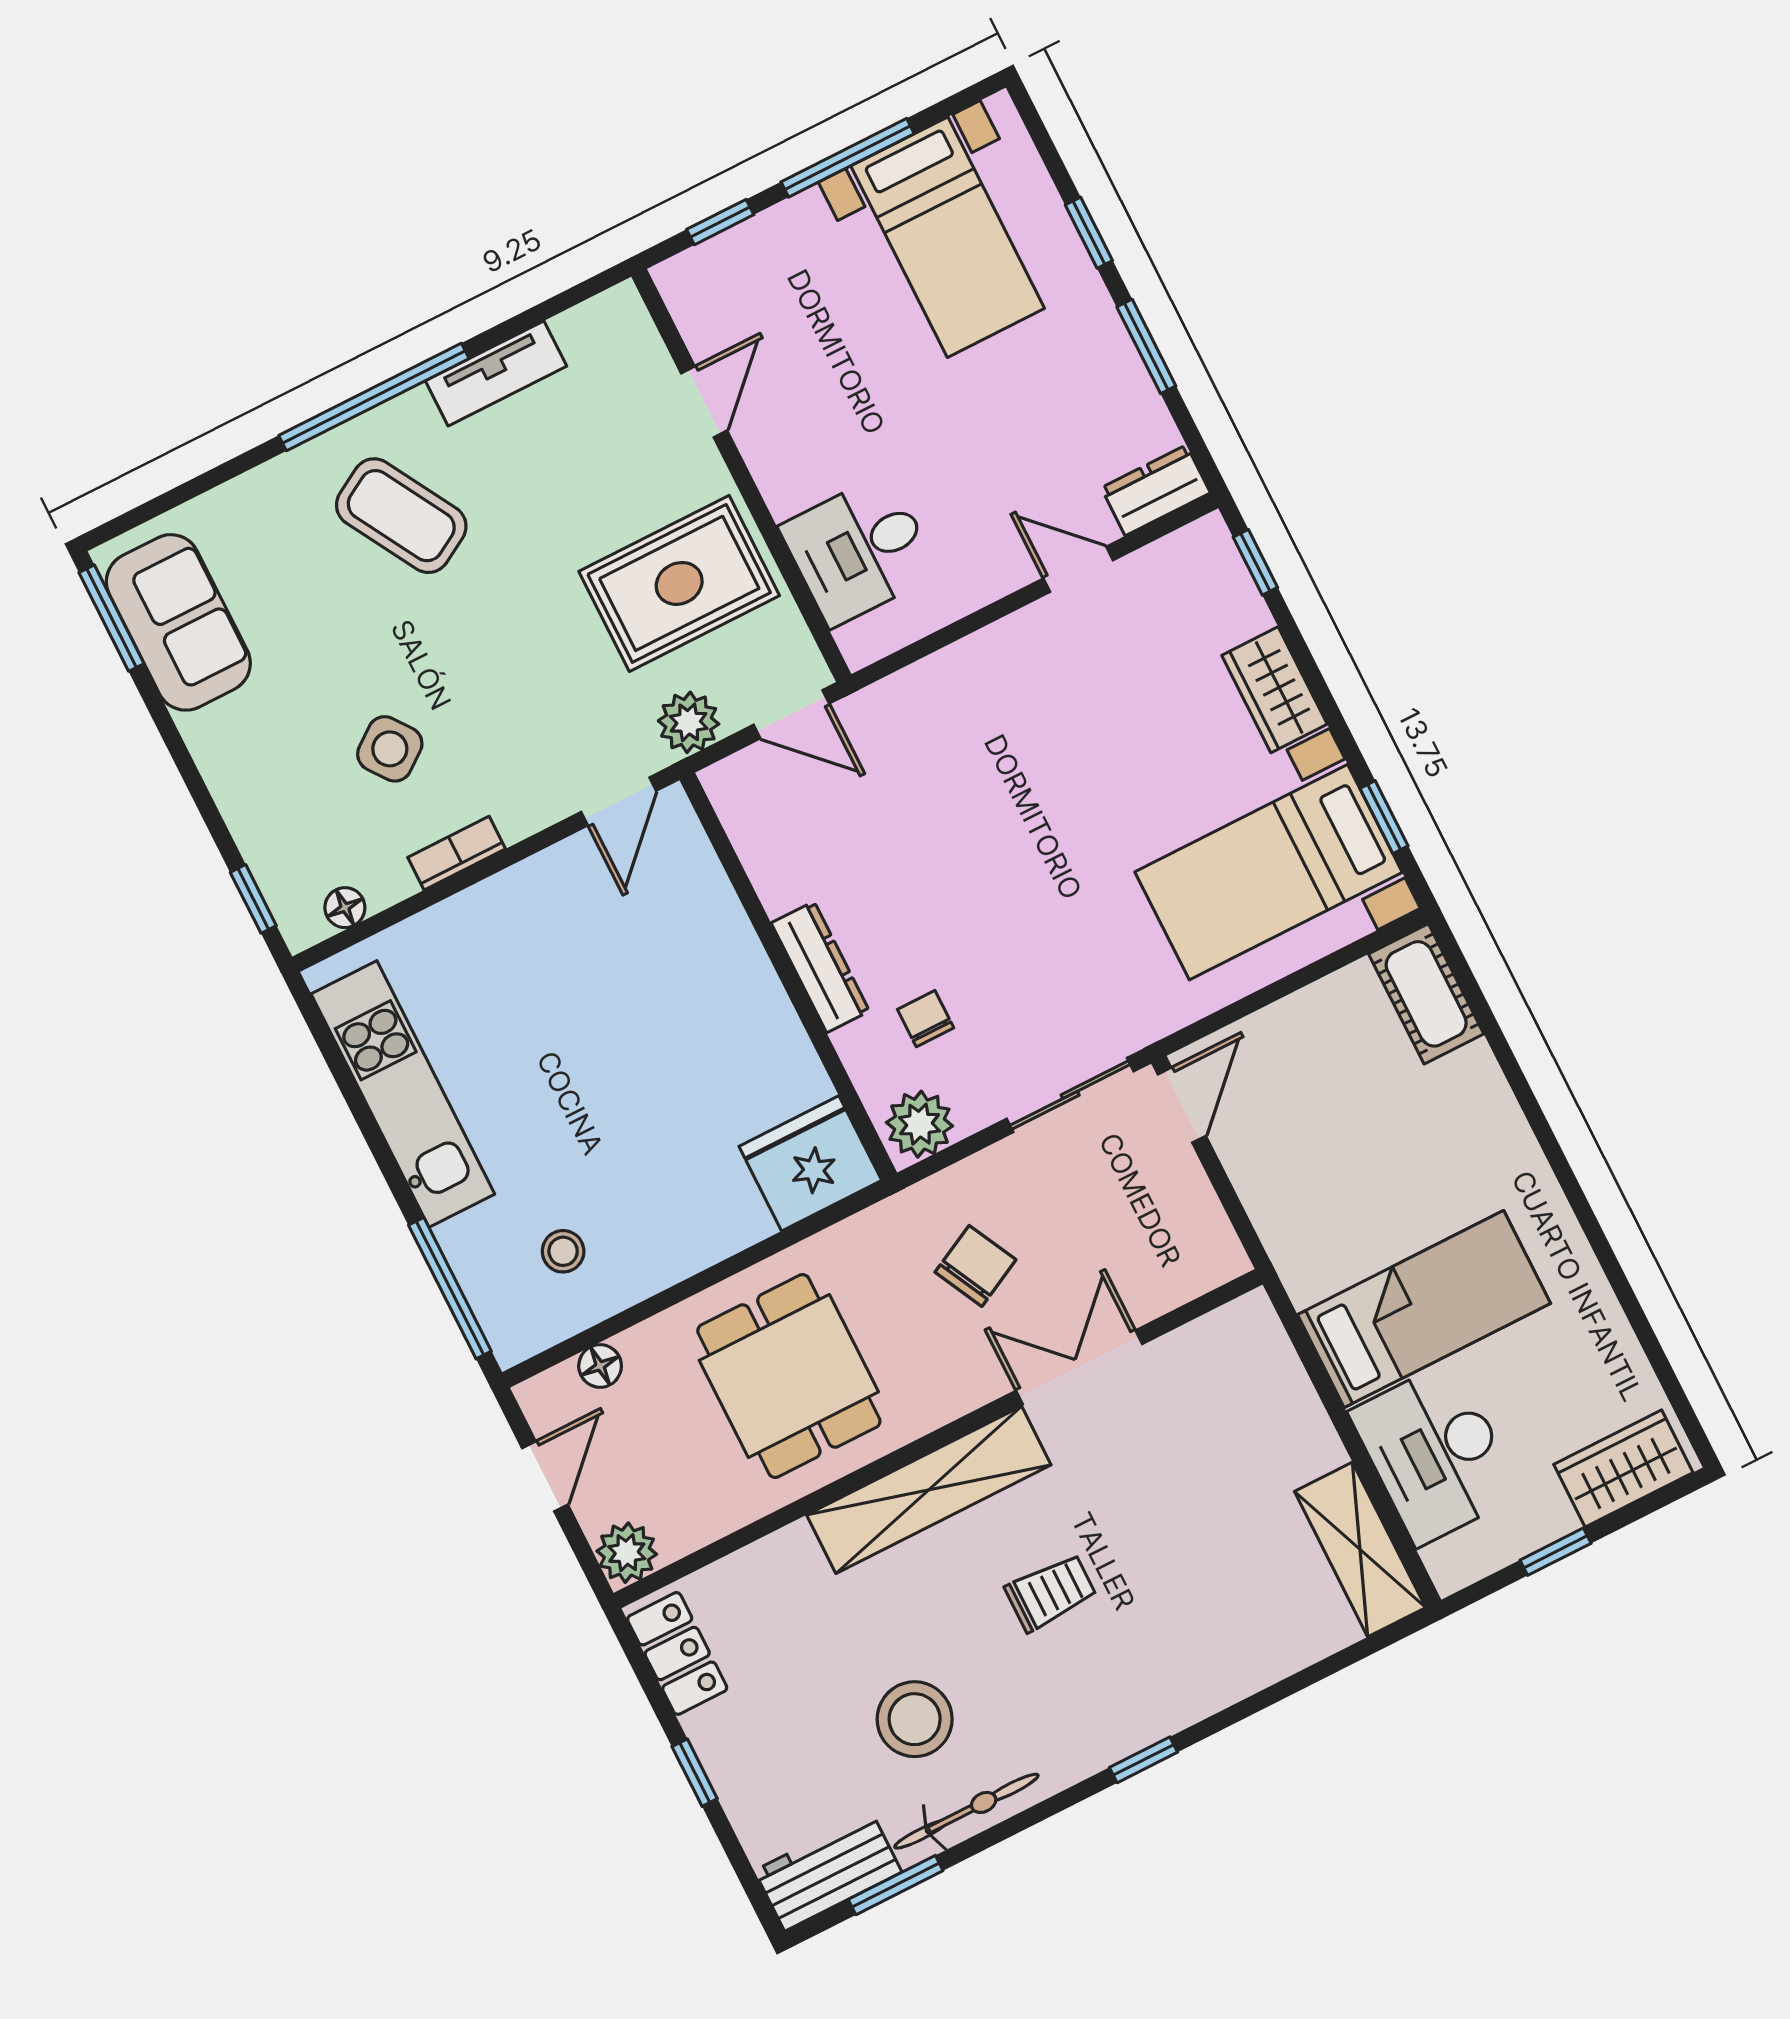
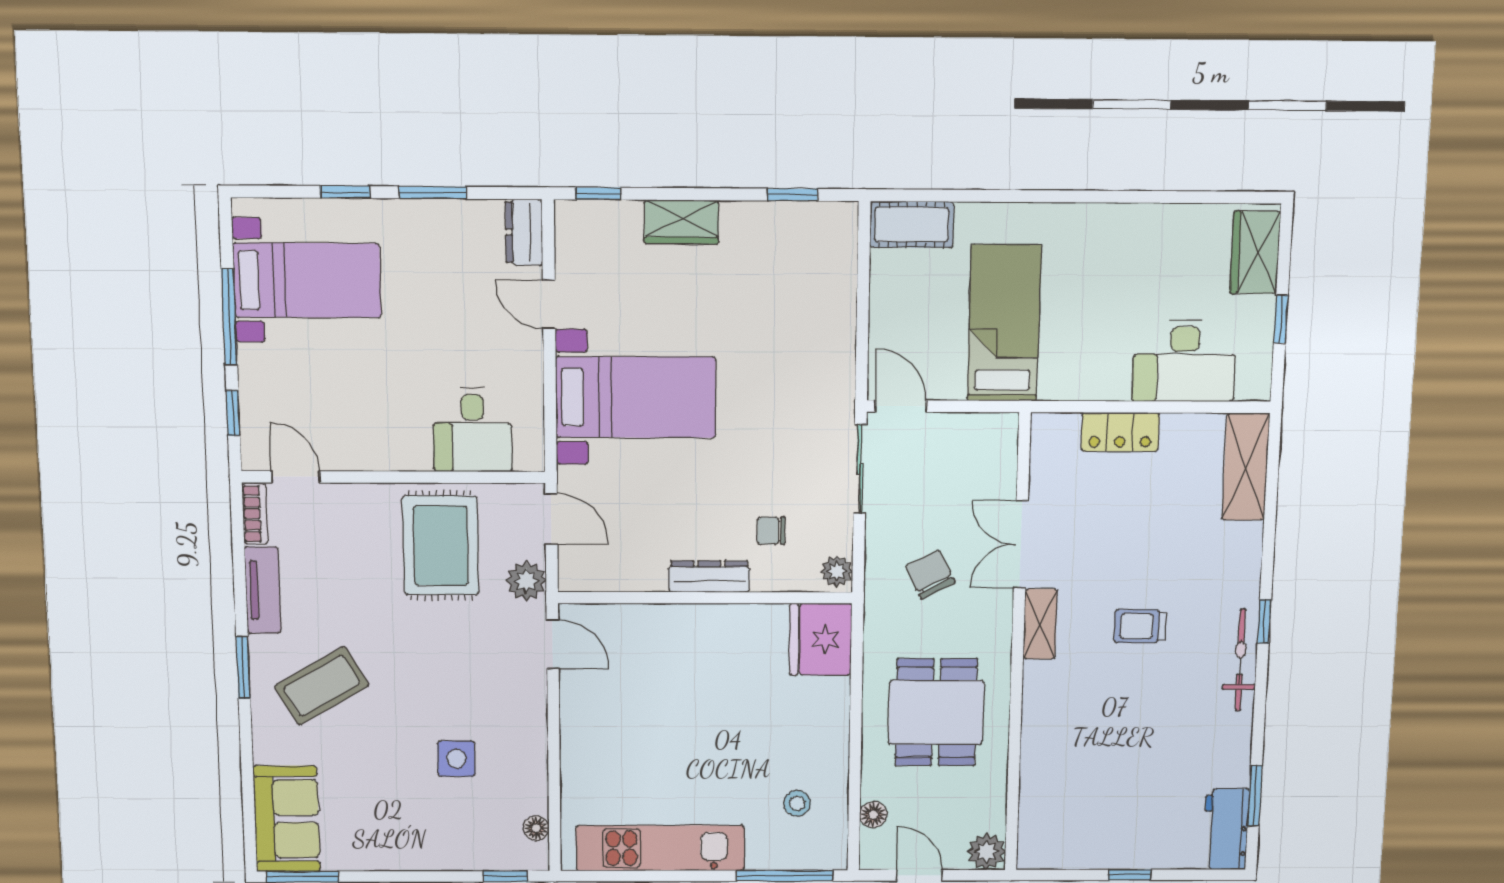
window: (374, 397) -> (243, 667), width x0.47
door: (704, 402) -> (296, 477), moved
door: (1078, 569) -> (549, 304), hinge flipped
sofa: (178, 622) -> (287, 819), moved, turned 90
door: (791, 714) -> (551, 519), hinge flipped
side table: (390, 749) -> (456, 759), turned 37
bookcase: (457, 853) -> (255, 514), moved, turned 180
bed with nightstands: (1269, 872) -> (636, 397), moved, turned -90
plant: (920, 1124) -> (837, 571), width x0.73, depth x0.73
bed: (1424, 1309) -> (1004, 323), moved
dining table: (789, 1376) -> (936, 712), turned 90
shelving: (929, 1490) -> (1040, 624), width x0.45, depth x0.75
shelving: (1360, 1550) -> (1246, 467), moved, turned 90
trolley: (1051, 1592) -> (1140, 626), turned -90
locker: (677, 1653) -> (1120, 432), moved, turned 180
stool: (915, 1719) -> (1169, 739), removed
bicycle: (966, 1811) -> (1240, 660), moved

